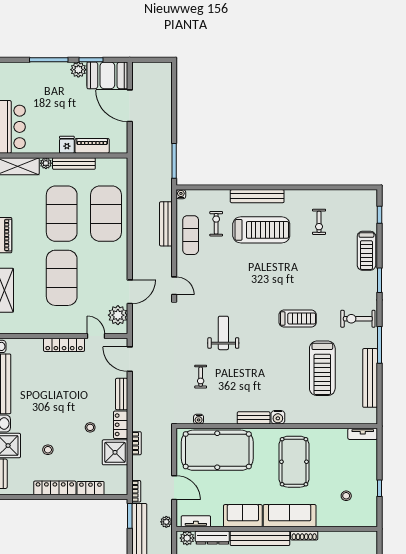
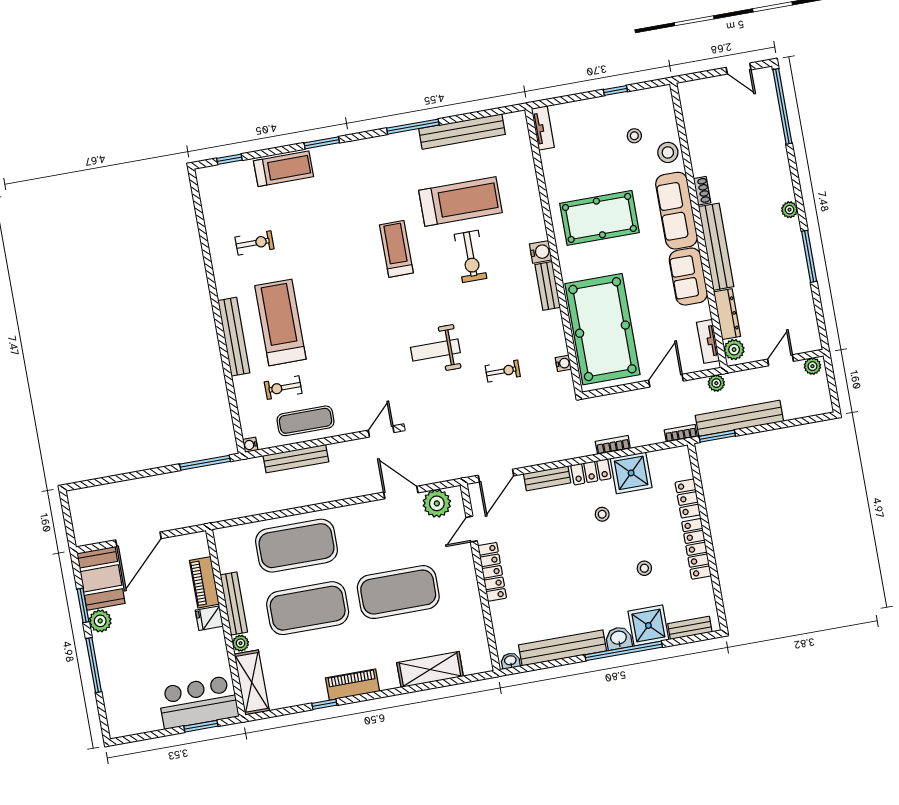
exercise bike: (358, 319) -> (470, 256), moved
stool: (331, 517) -> (668, 152), added
shoe rack: (304, 536) -> (702, 191), width x0.70

